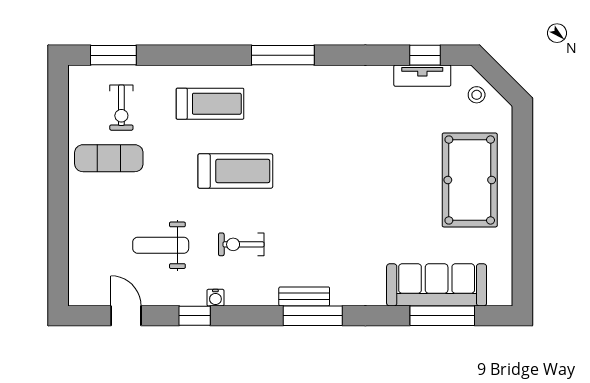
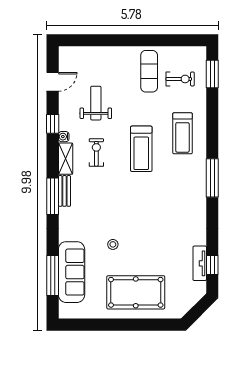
stool: (477, 95) -> (113, 244), moved
exercise bike: (121, 108) -> (180, 79), turned 180
shelving: (251, 295) -> (66, 159), added

